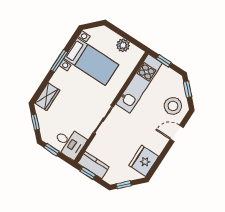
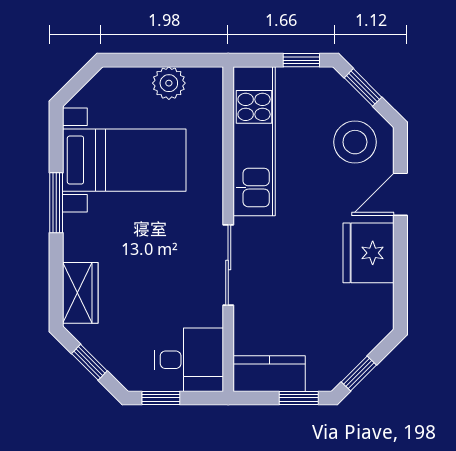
window: (164, 61) -> (301, 60), moved
fridge: (144, 161) -> (368, 253), moved
window: (88, 173) -> (299, 398), moved

